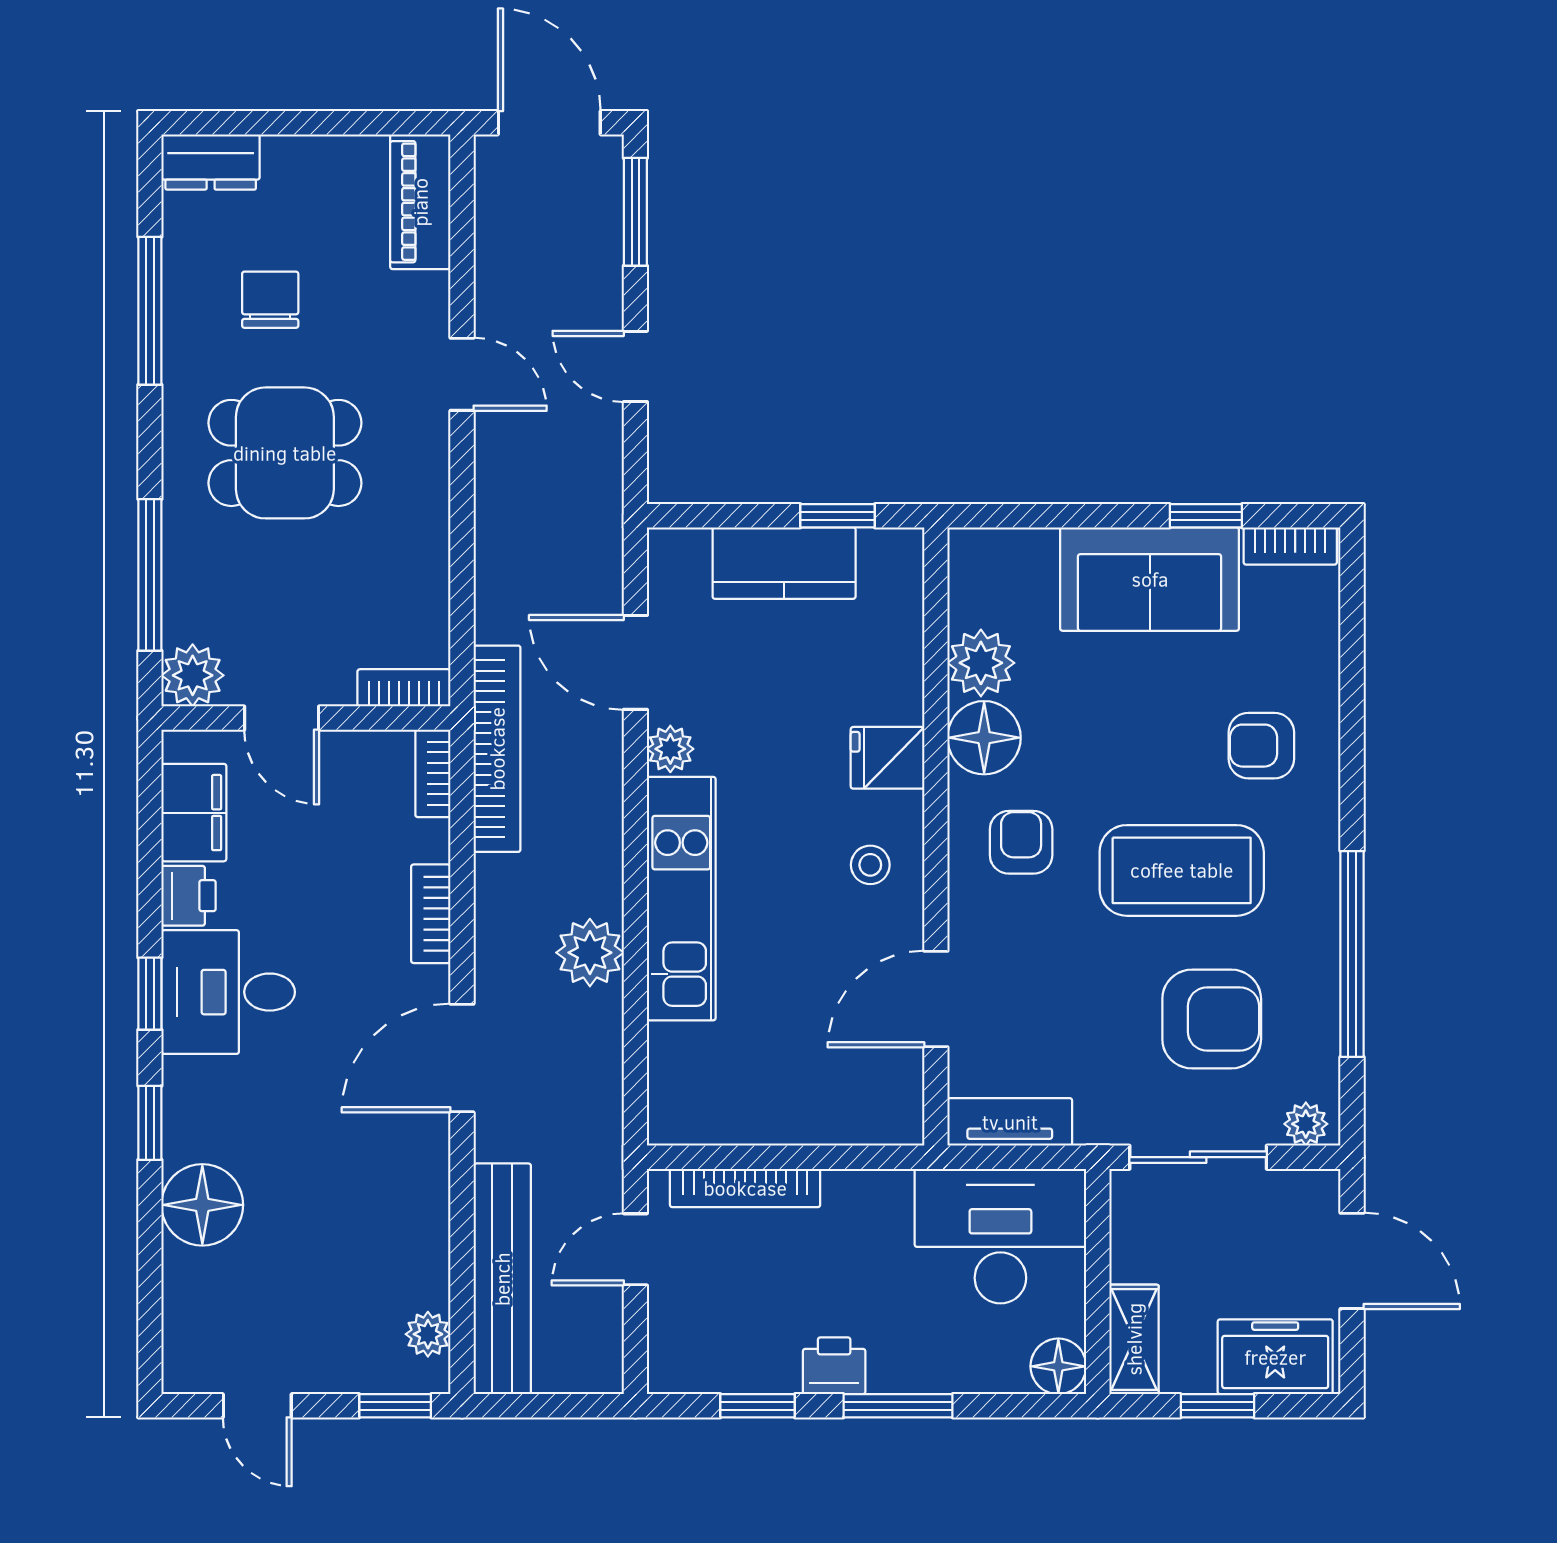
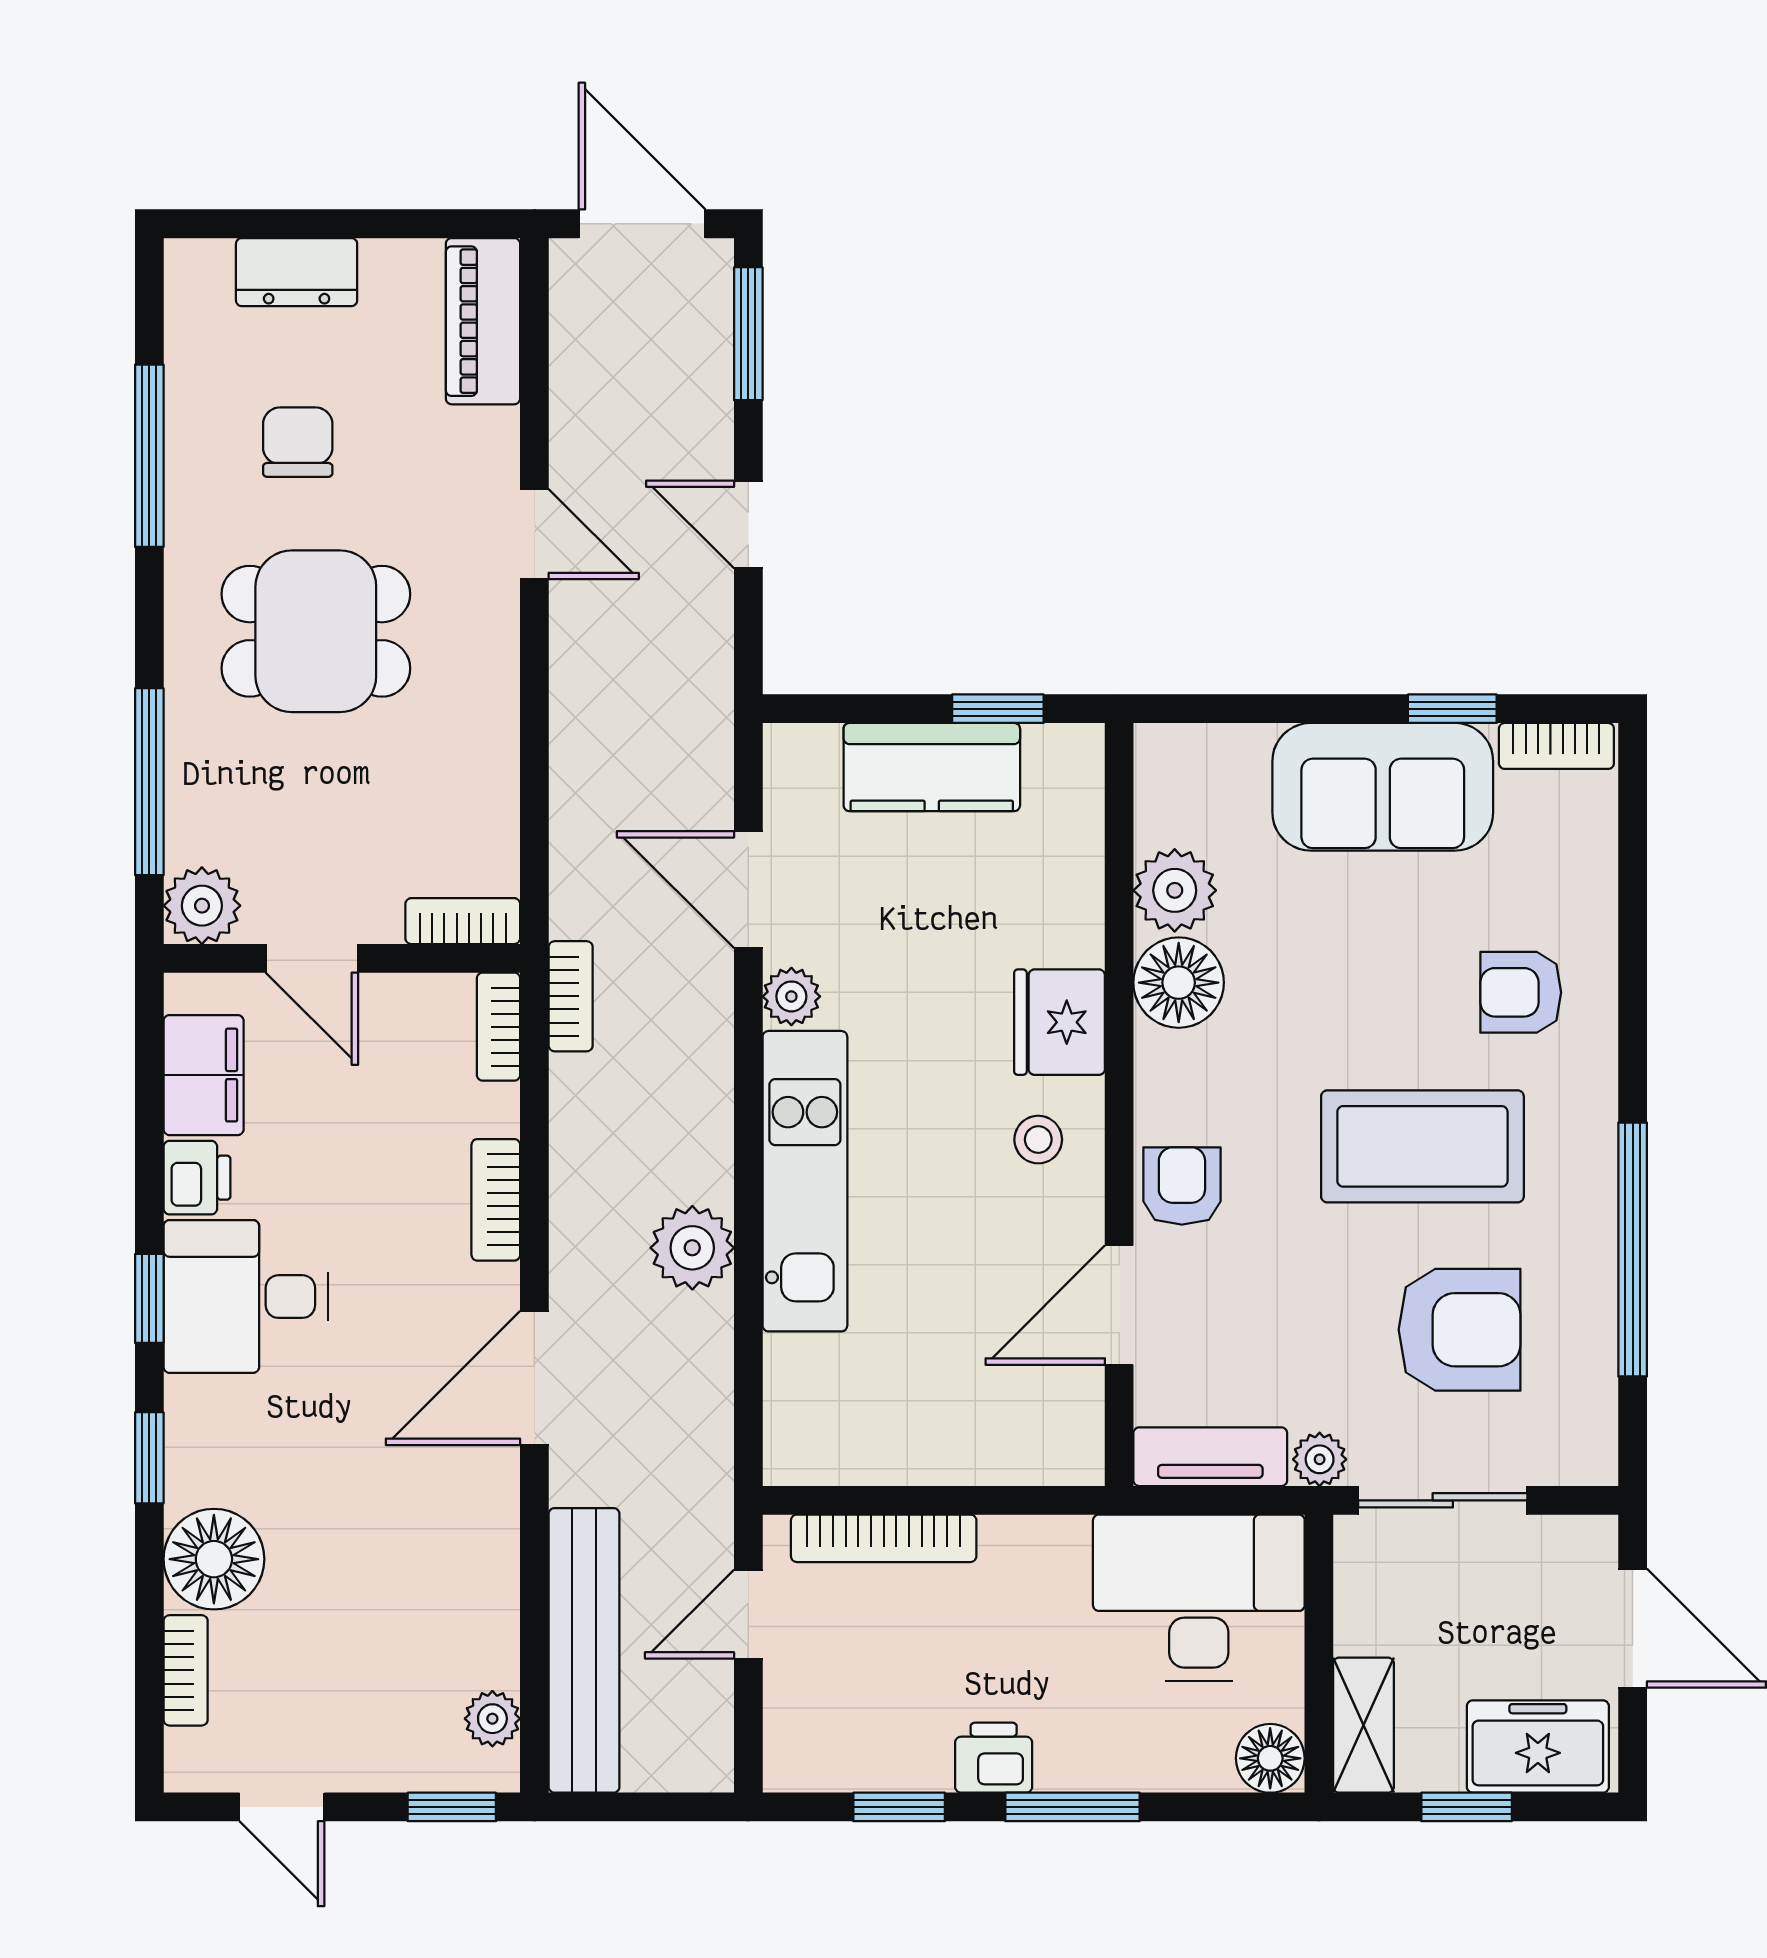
dresser: (211, 162) -> (297, 272), moved
bookcase: (497, 749) -> (571, 996), width x0.43, depth x0.76
fridge: (888, 758) -> (1059, 1022), width x1.38
armchair: (1021, 842) -> (1182, 1186), moved
plant: (1306, 1124) -> (1320, 1459), moved
bookcase: (179, 1295) -> (186, 1670), added

